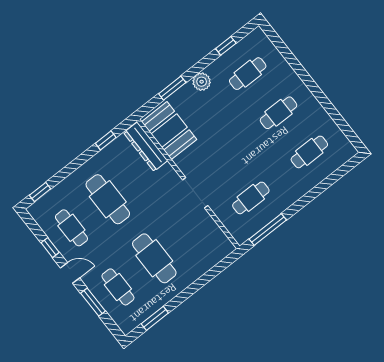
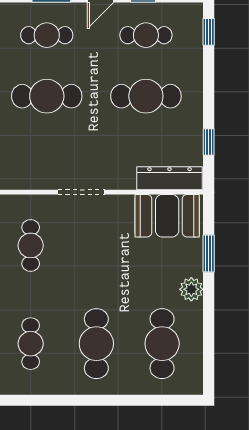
window: (226, 46) -> (209, 343), removed
cafe table: (248, 74) -> (162, 344), width x1.37, depth x1.35
cafe table: (279, 113) -> (96, 344), width x1.37, depth x1.35

